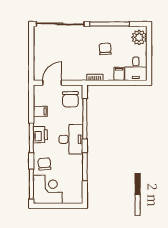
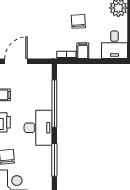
filing cabinet: (119, 74) -> (83, 51), moved
chair: (70, 99) -> (37, 81), removed

